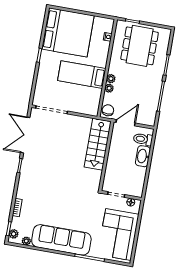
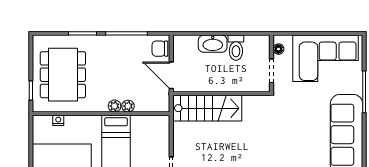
dining table: (140, 46) -> (63, 75), turned 90
chair: (108, 110) -> (160, 49), moved
toilet: (143, 139) -> (236, 48), moved

